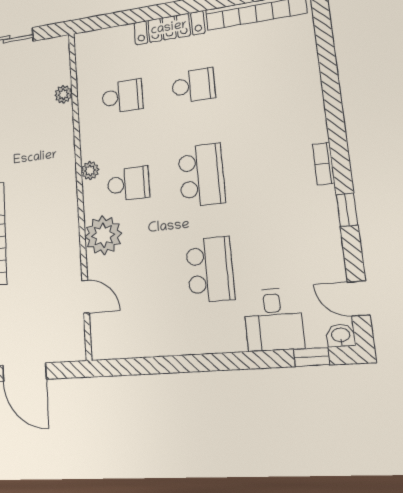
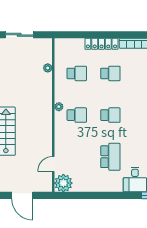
school desk: (201, 175) -> (110, 115), width x0.54
plant: (103, 235) -> (63, 183), moved
door: (86, 297) -> (53, 164), swing flipped

